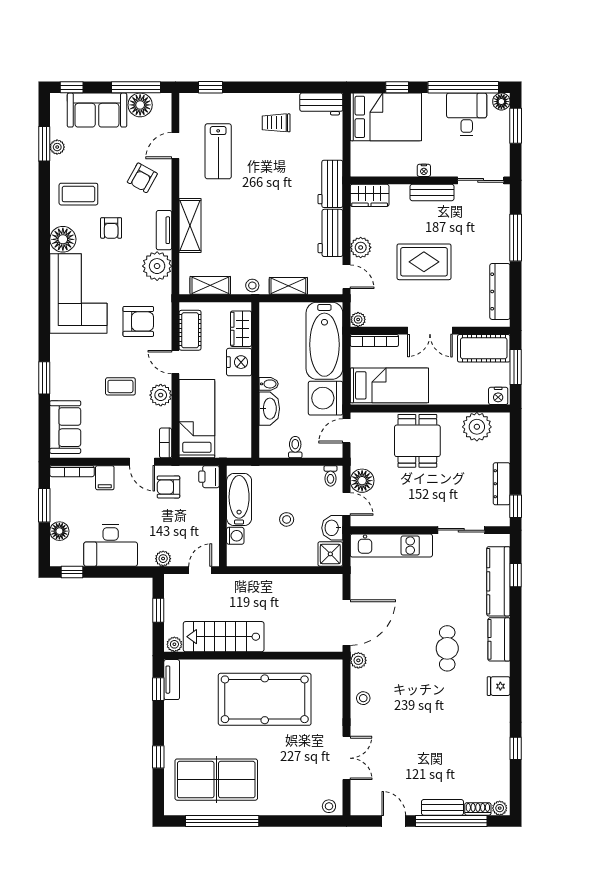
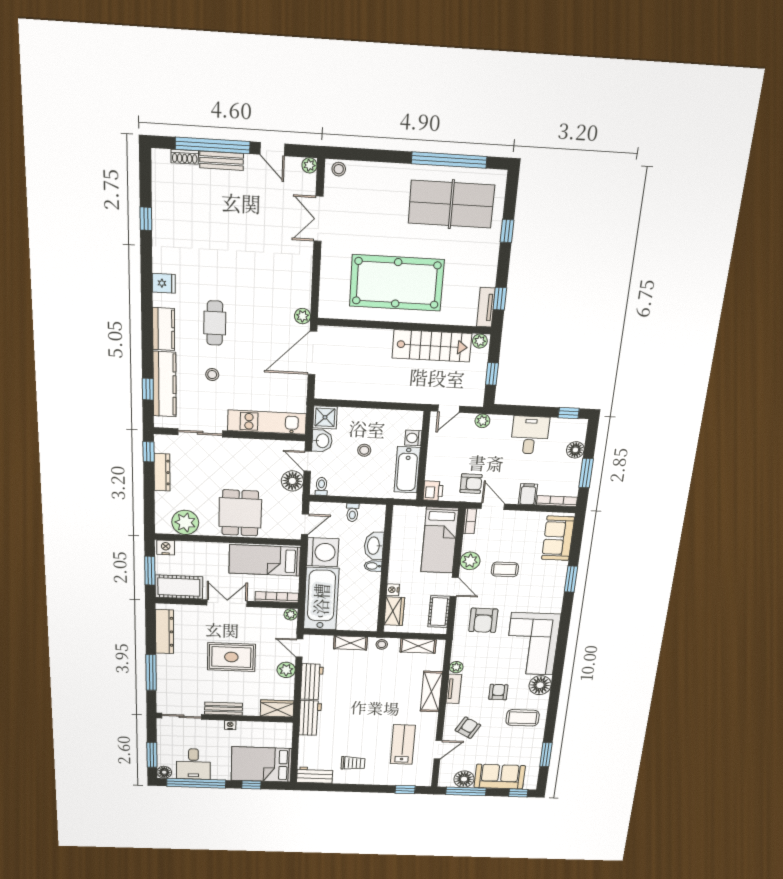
plant: (57, 147) -> (536, 752), removed
plant: (157, 266) -> (456, 667), width x0.53, depth x0.53
armchair: (138, 321) -> (483, 620), turned -90
nightstand: (239, 362) -> (393, 590), width x0.53, depth x0.56
desk: (111, 545) -> (530, 435), width x0.73
stool: (363, 698) -> (212, 375), moved
plant: (500, 808) -> (309, 165), moved

